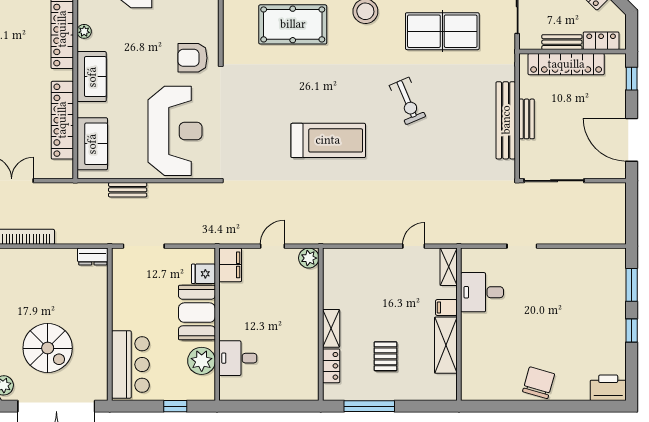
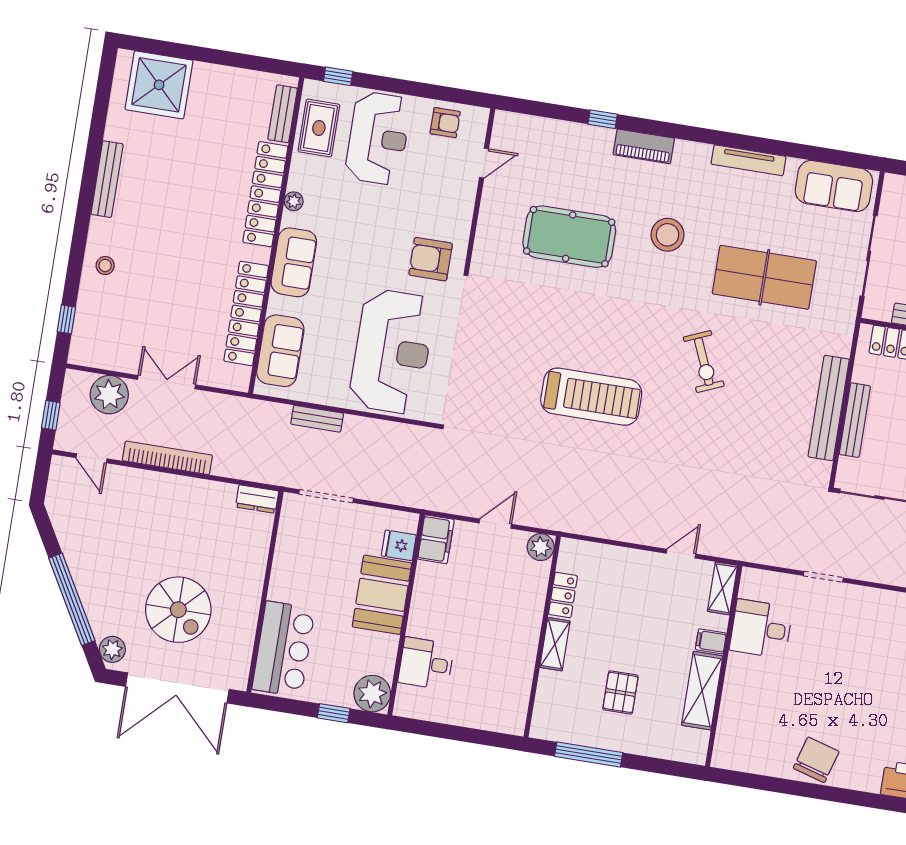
bench: (527, 119) -> (855, 420), width x1.36
plant: (202, 361) -> (372, 694), moved
locker: (331, 366) -> (563, 595), moved

